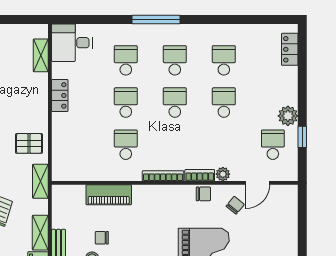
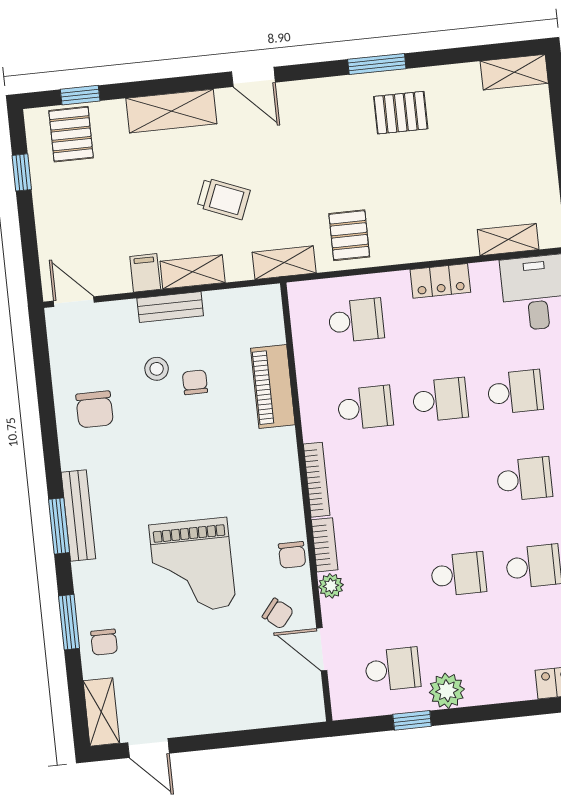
school desk: (175, 103) -> (356, 320), moved

